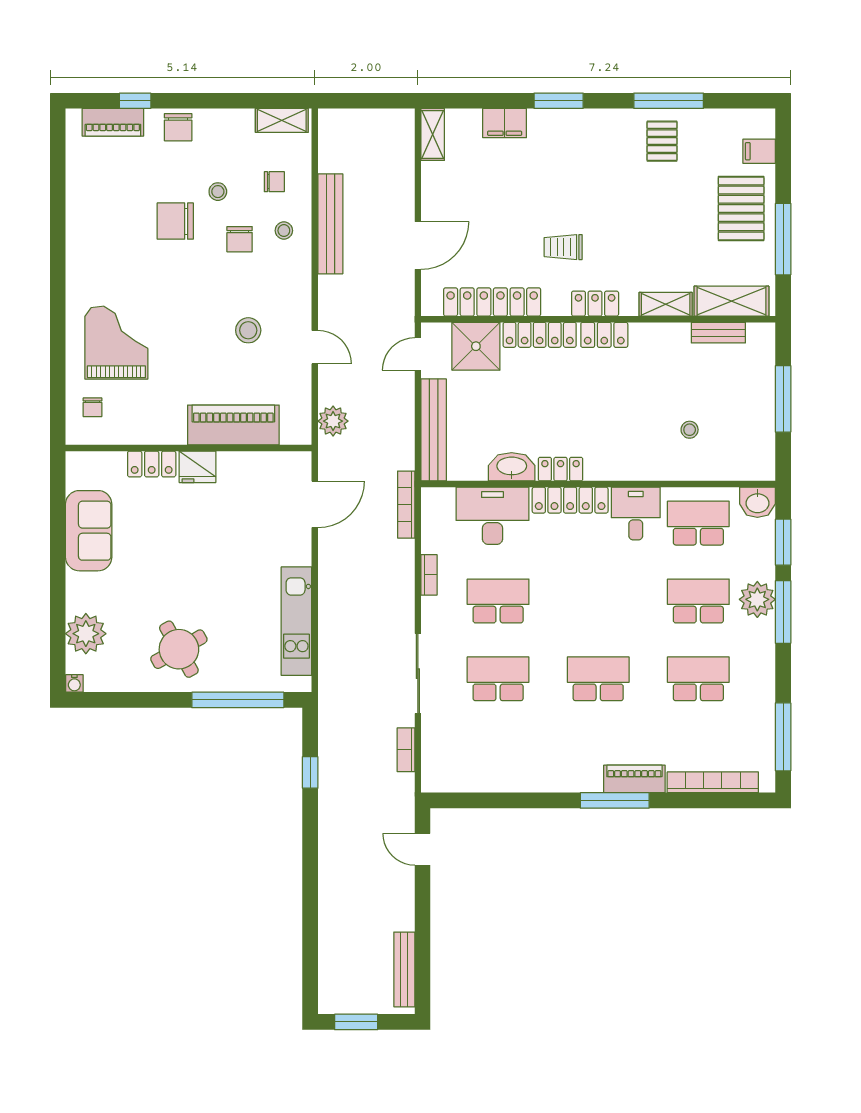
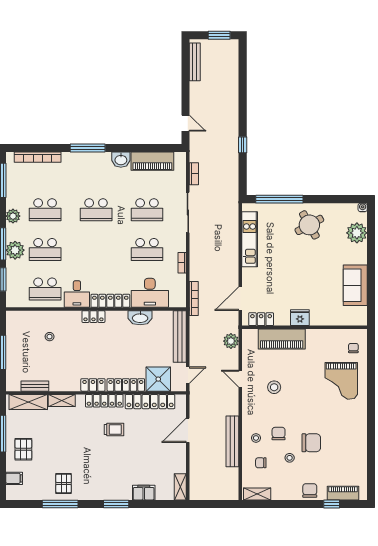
pallet: (741, 208) -> (23, 449), width x0.67, depth x0.71
locker: (595, 304) -> (104, 401), width x1.53
locker: (152, 464) -> (261, 319), moved
locker: (561, 469) -> (93, 317), moved
washbasin: (757, 502) -> (121, 160), moved, turned 180
plant: (761, 667) -> (13, 216), added
window: (310, 772) -> (243, 145), moved
piano: (634, 779) -> (152, 161), moved, width x1.37, depth x1.33

